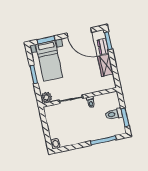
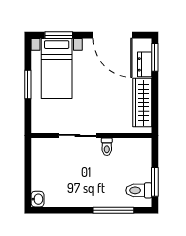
wardrobe: (105, 65) -> (142, 103), width x1.50
plant: (46, 97) -> (40, 124), removed
toilet: (114, 114) -> (139, 190), moved

